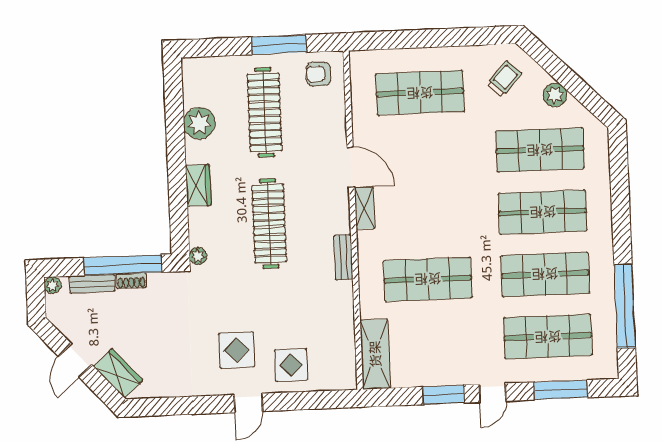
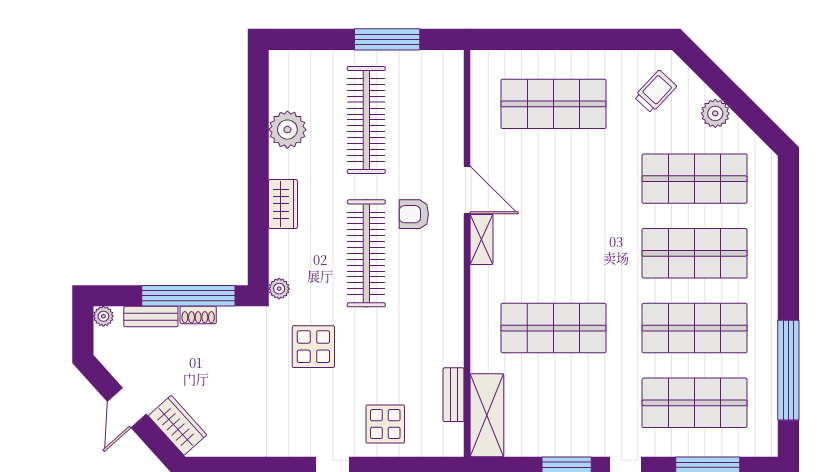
armchair: (318, 74) -> (414, 214), moved
bench: (343, 257) -> (454, 395), moved
display table: (236, 350) -> (313, 347), moved

